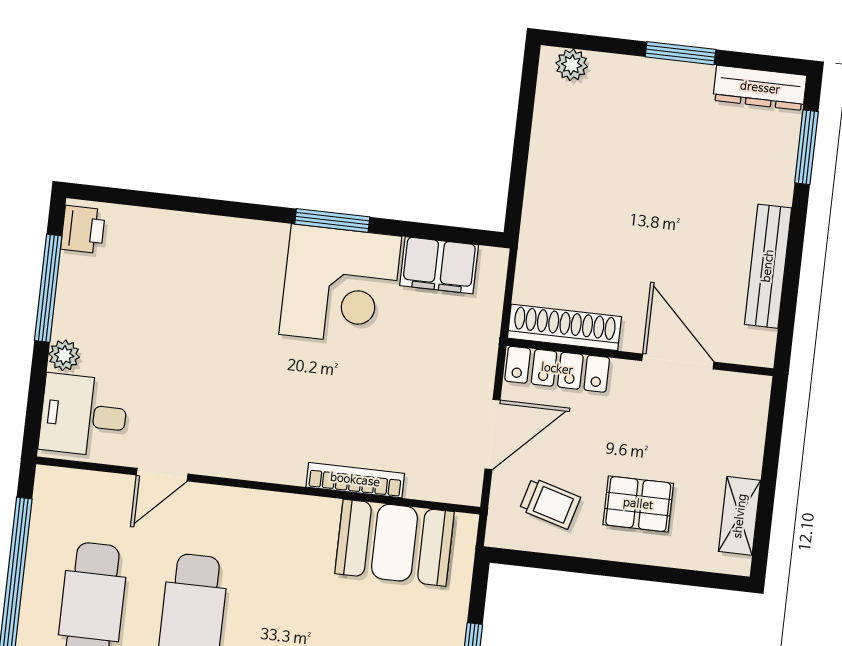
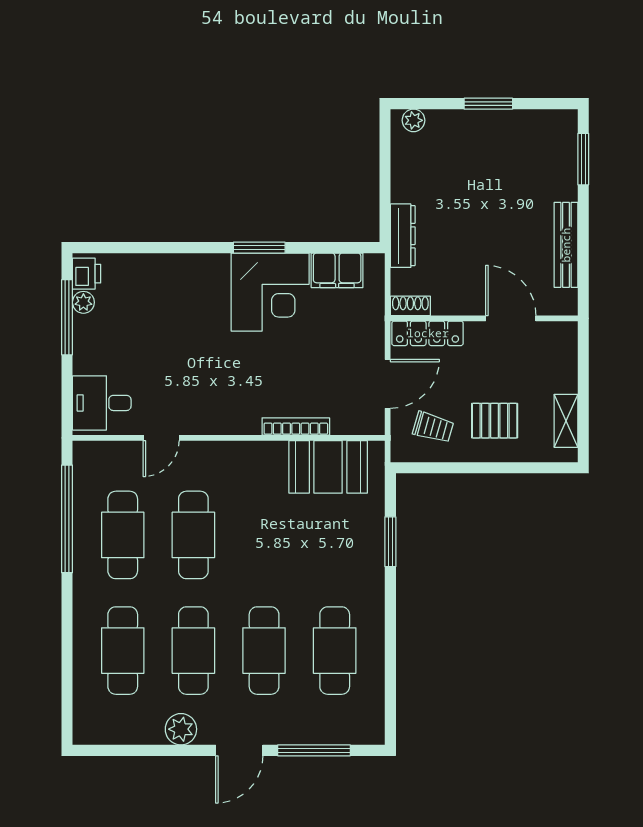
dresser: (760, 88) -> (403, 236), moved, turned -90
shoe rack: (564, 327) -> (410, 306), width x0.51, depth x0.81
plant: (64, 355) -> (83, 302), moved

